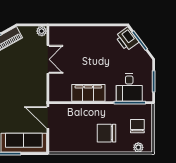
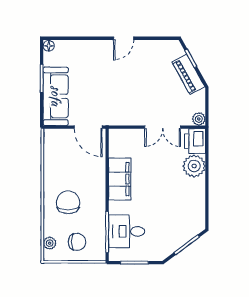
plant: (78, 35) -> (194, 166), added
printer: (127, 39) -> (195, 141), moved, turned -53
door: (48, 117) -> (88, 127), swing flipped

